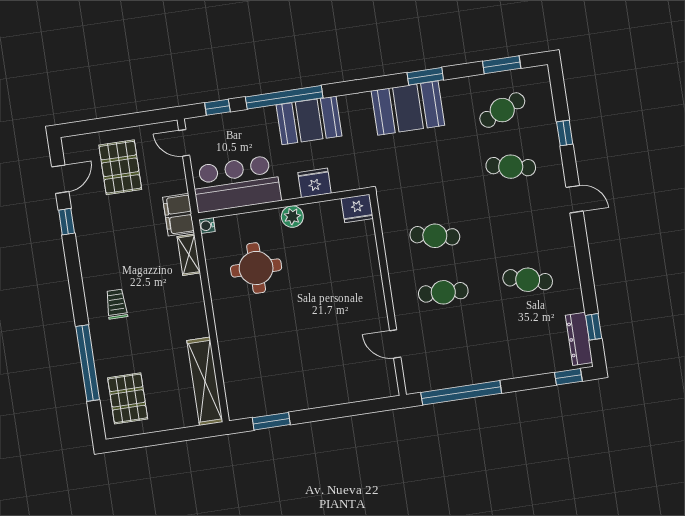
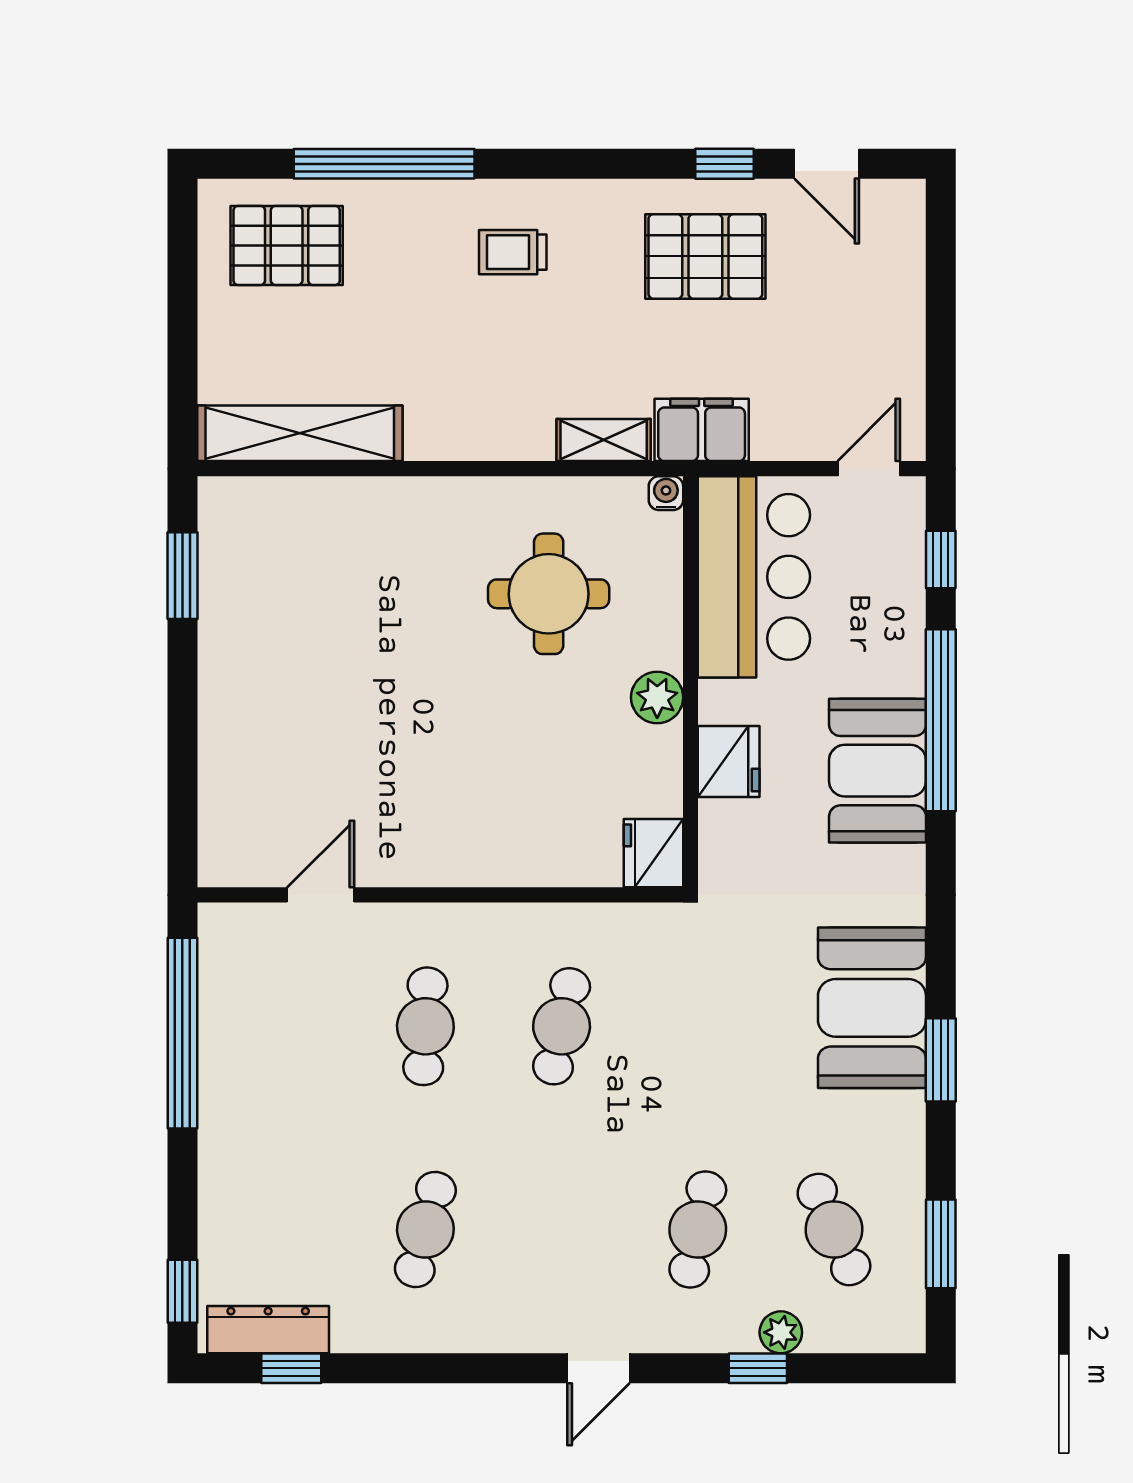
plant: (548, 126) -> (781, 1332), added
pallet: (120, 167) -> (705, 256), moved
trolley: (116, 304) -> (513, 252), turned 180

